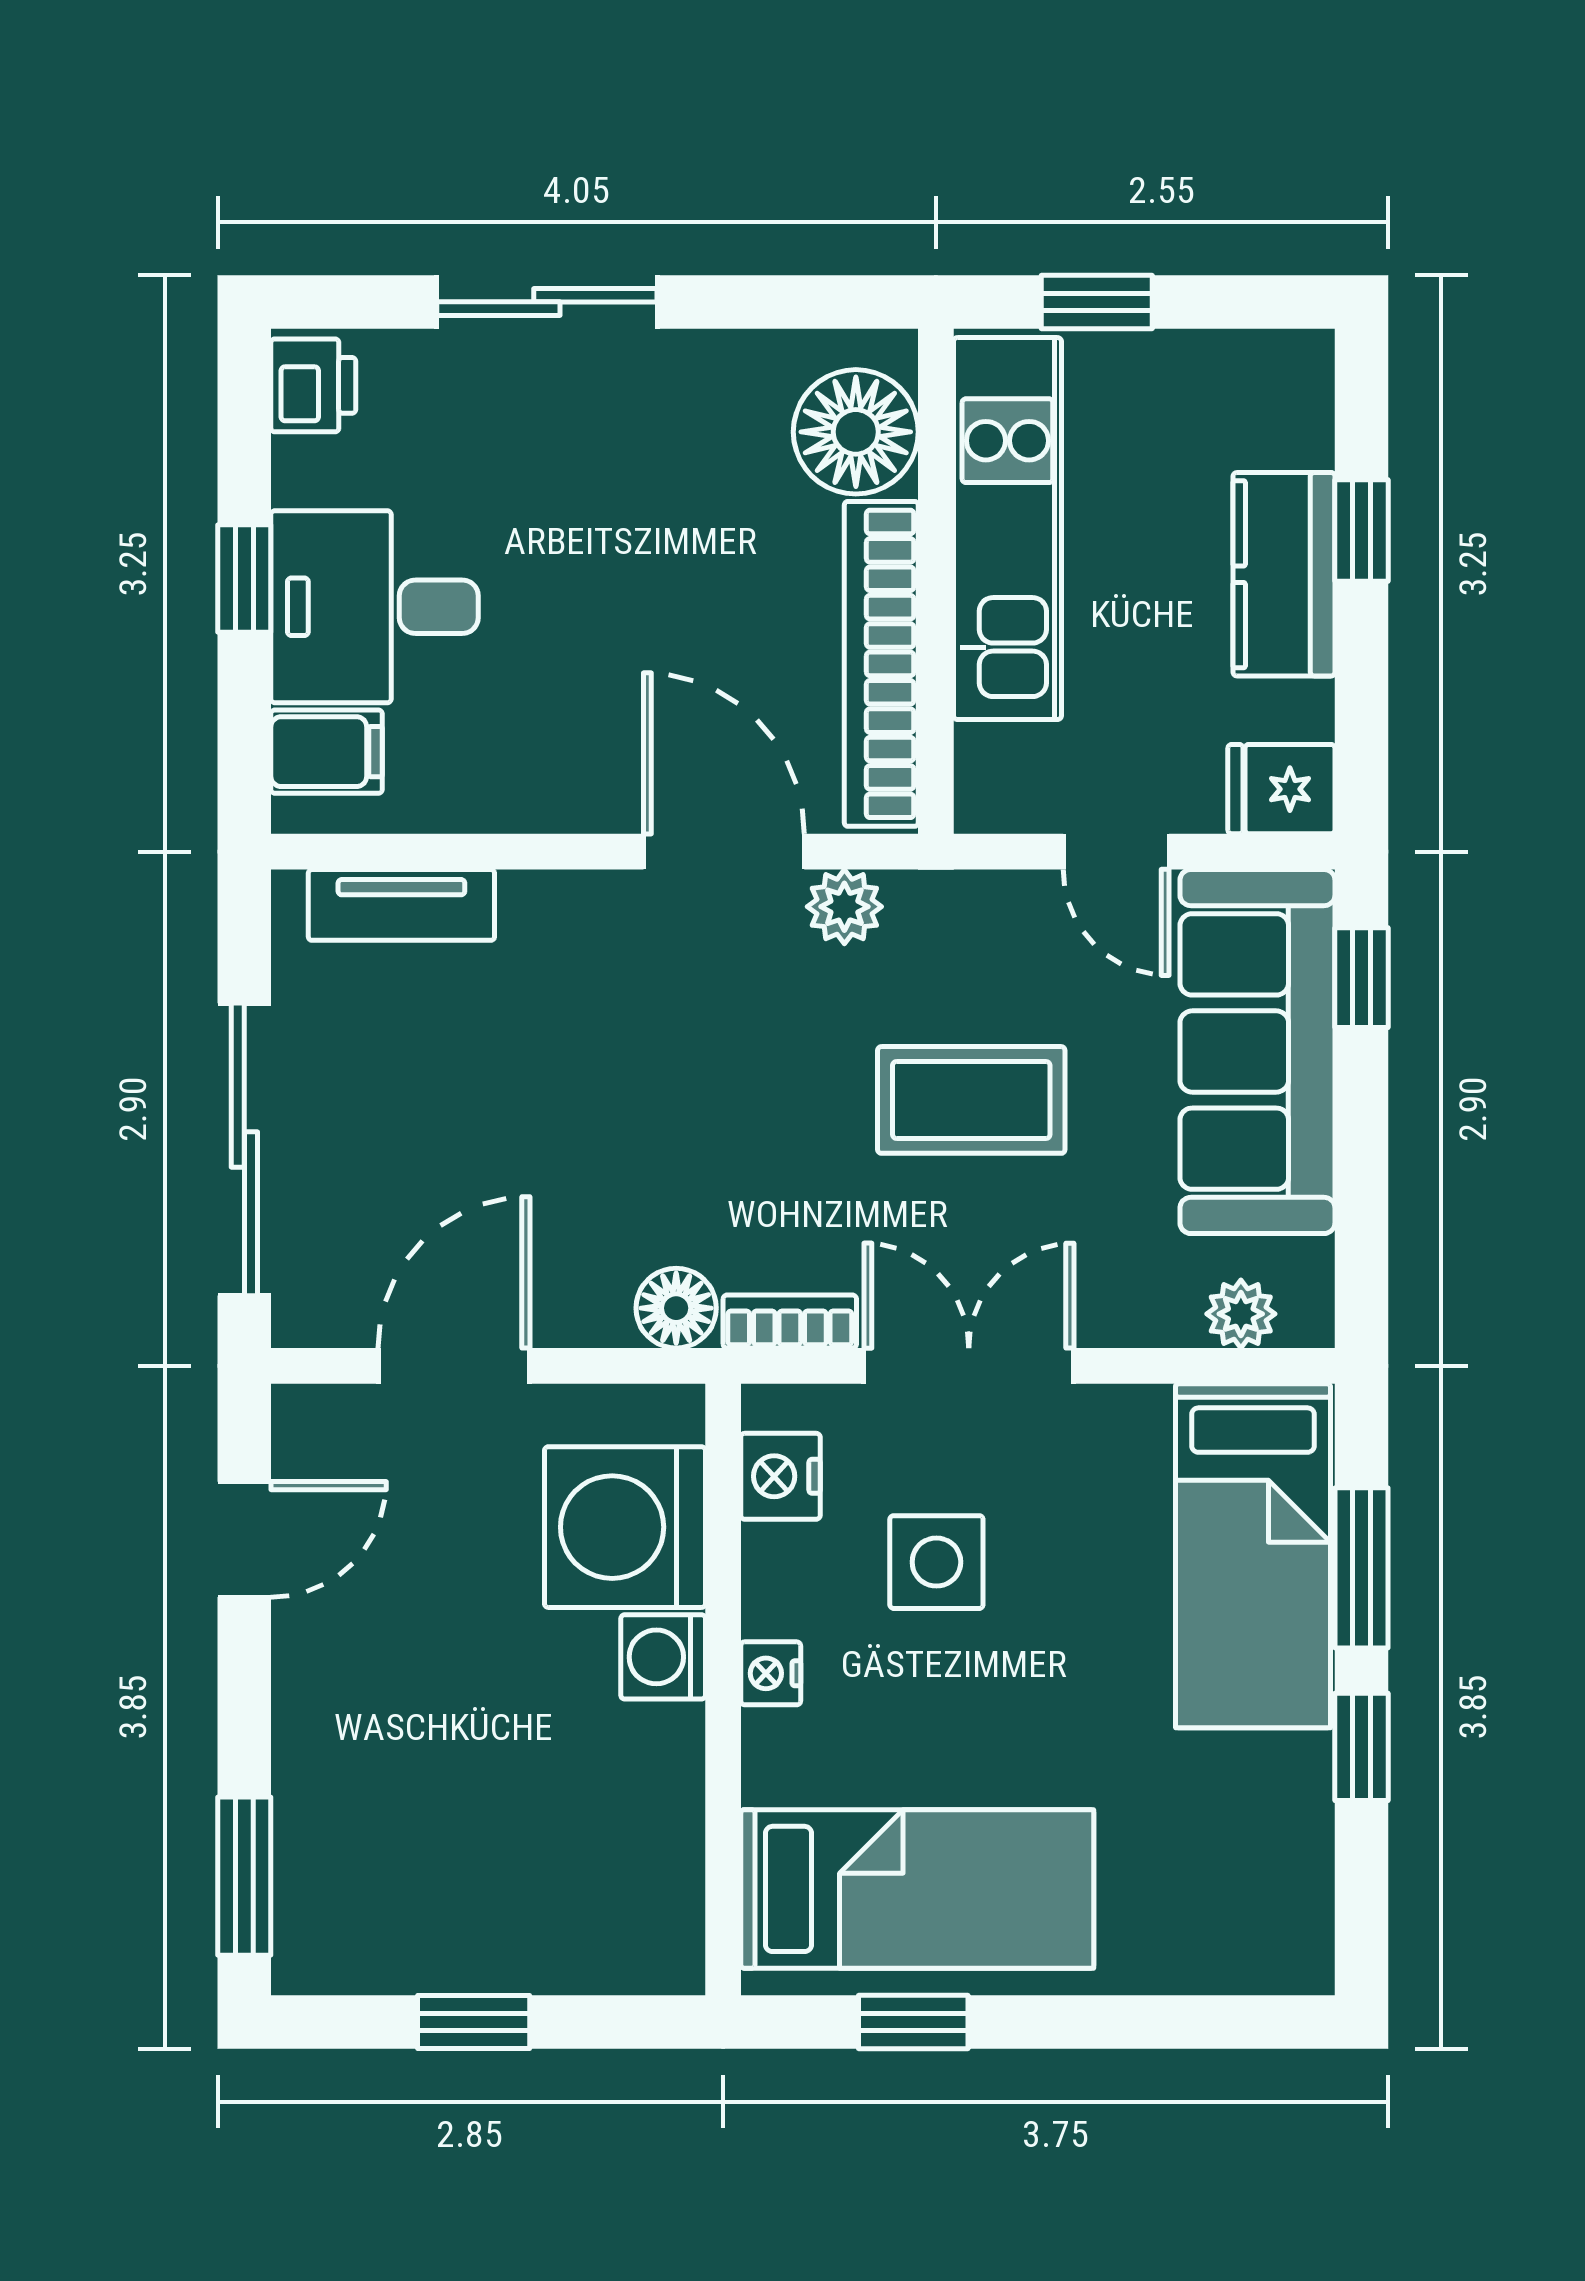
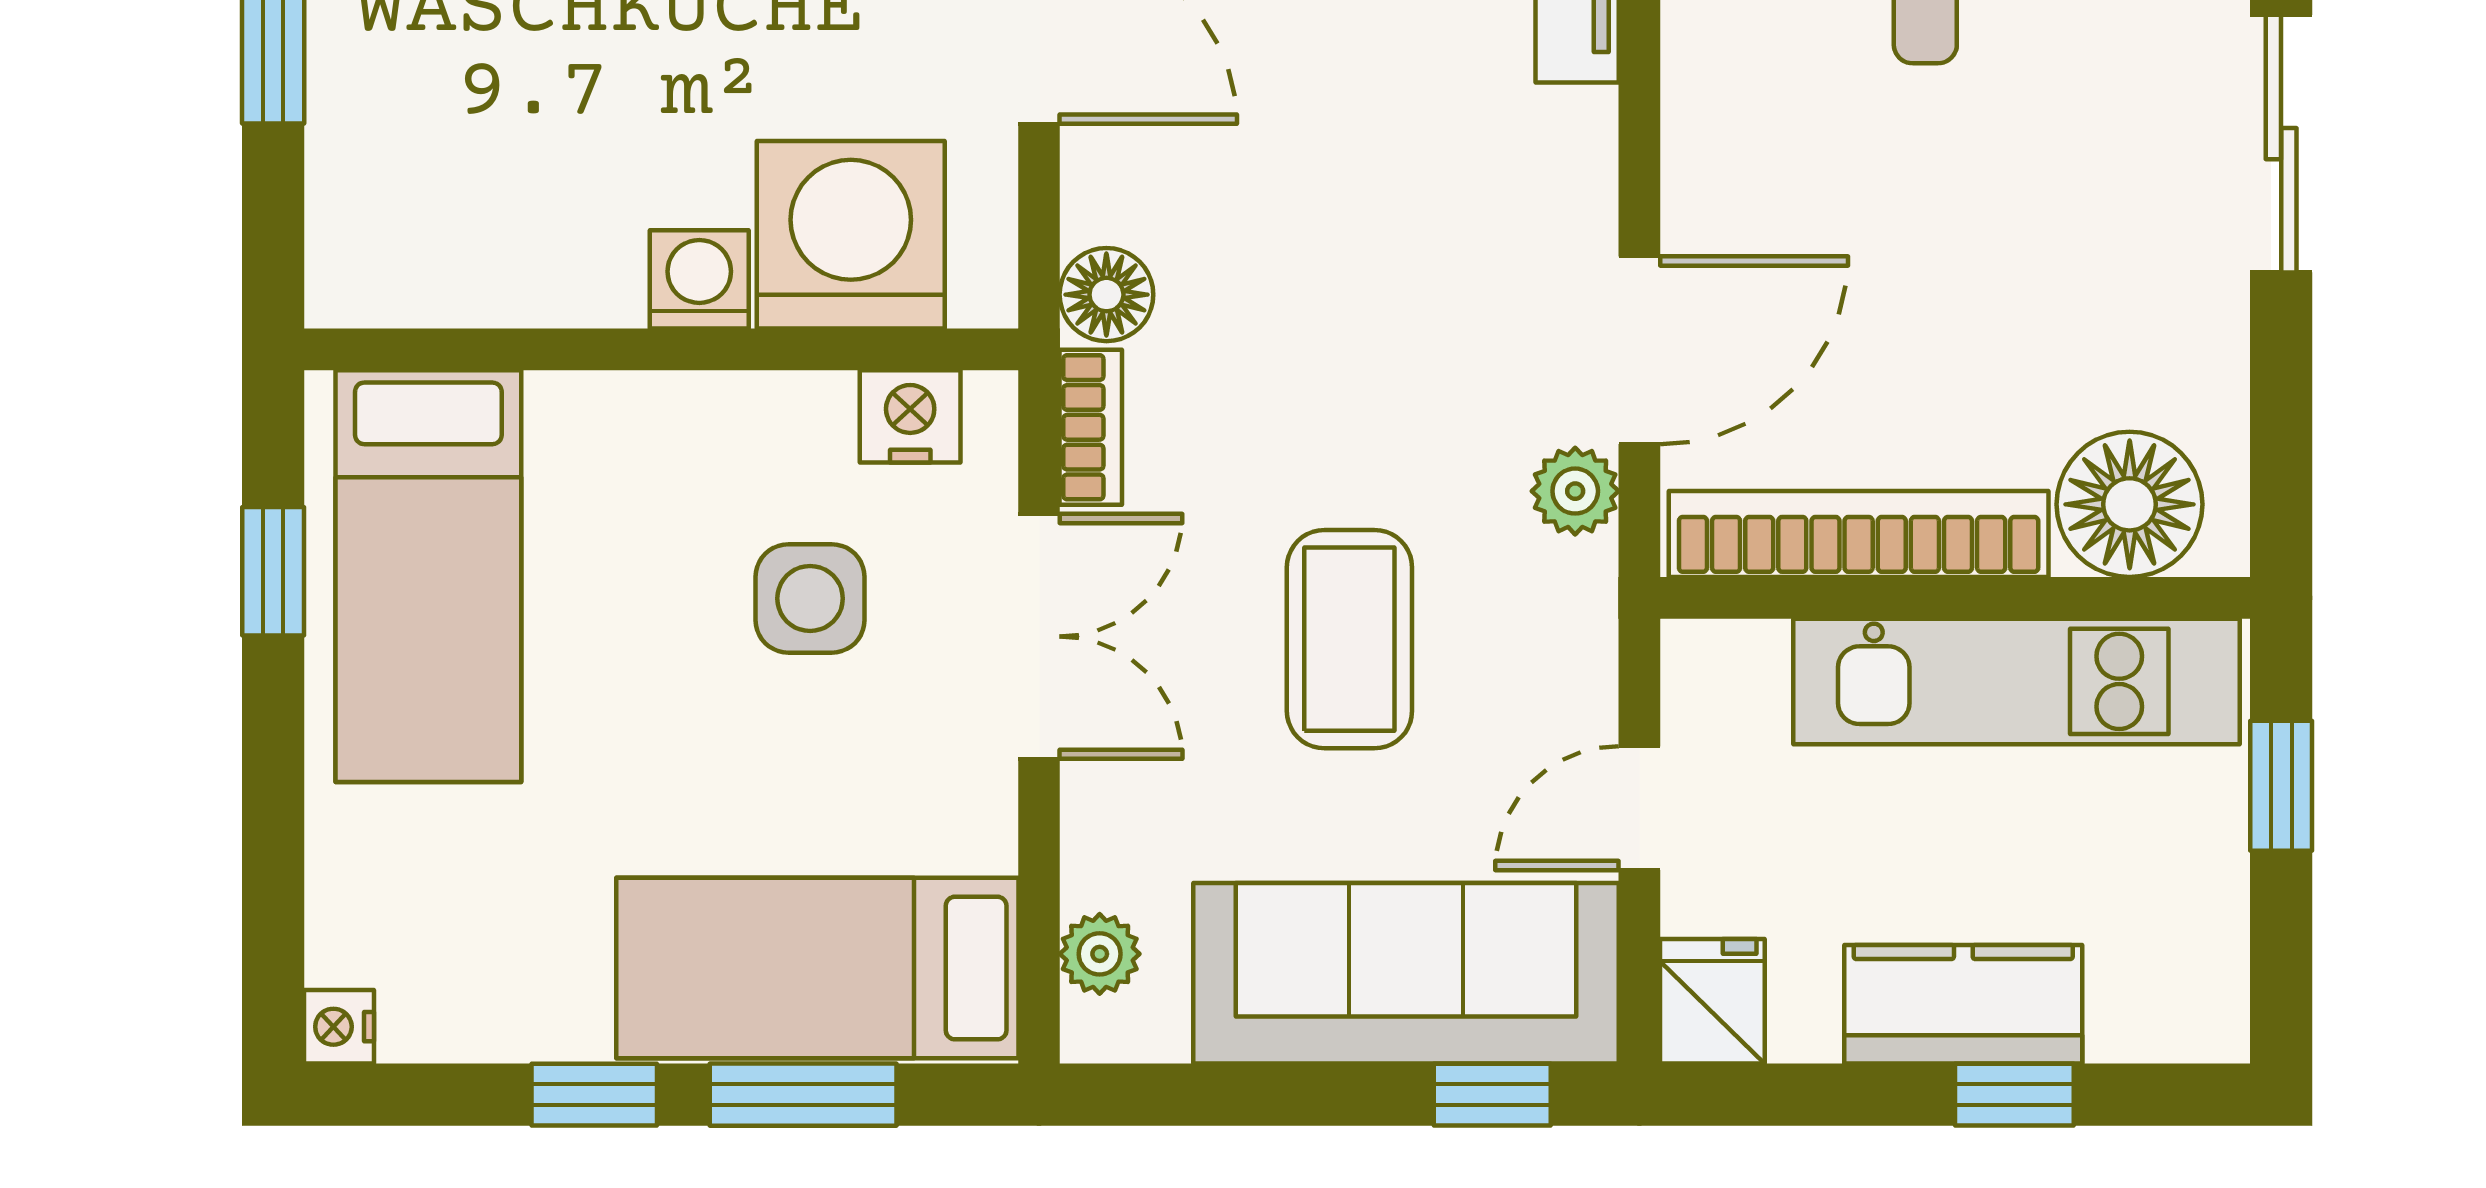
nightstand: (771, 1673) -> (339, 1027), moved, turned -90

